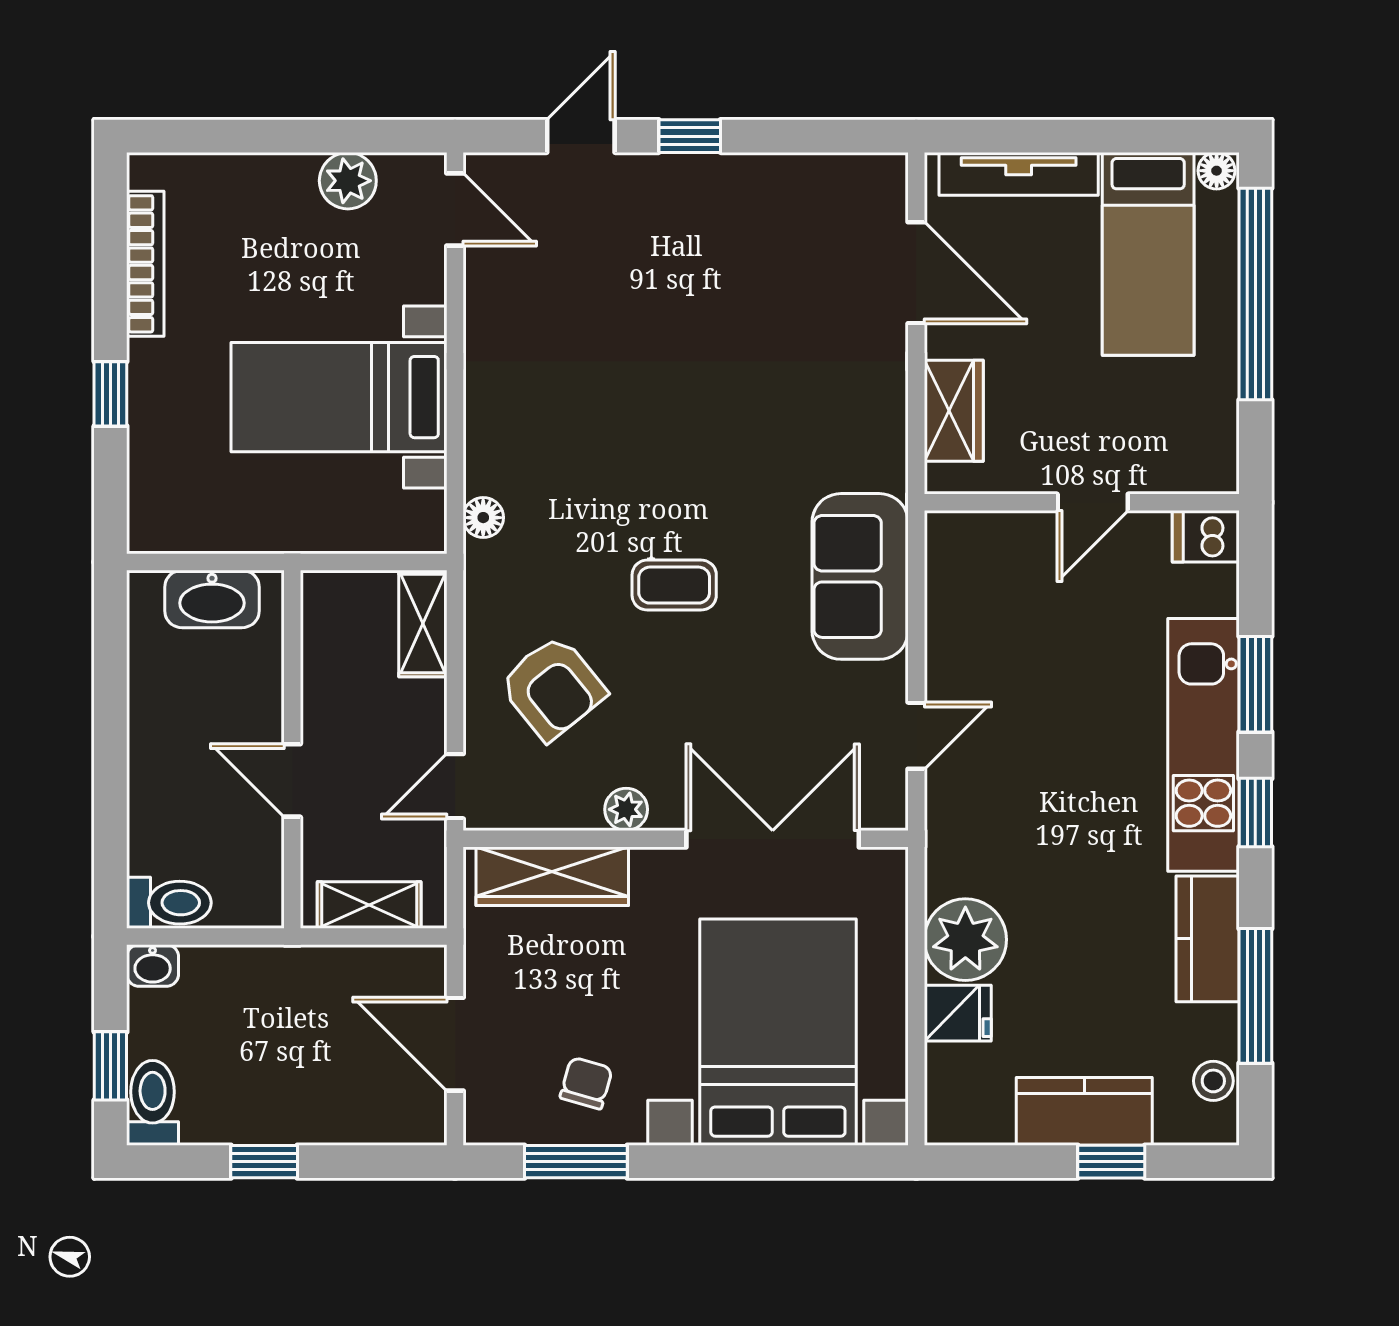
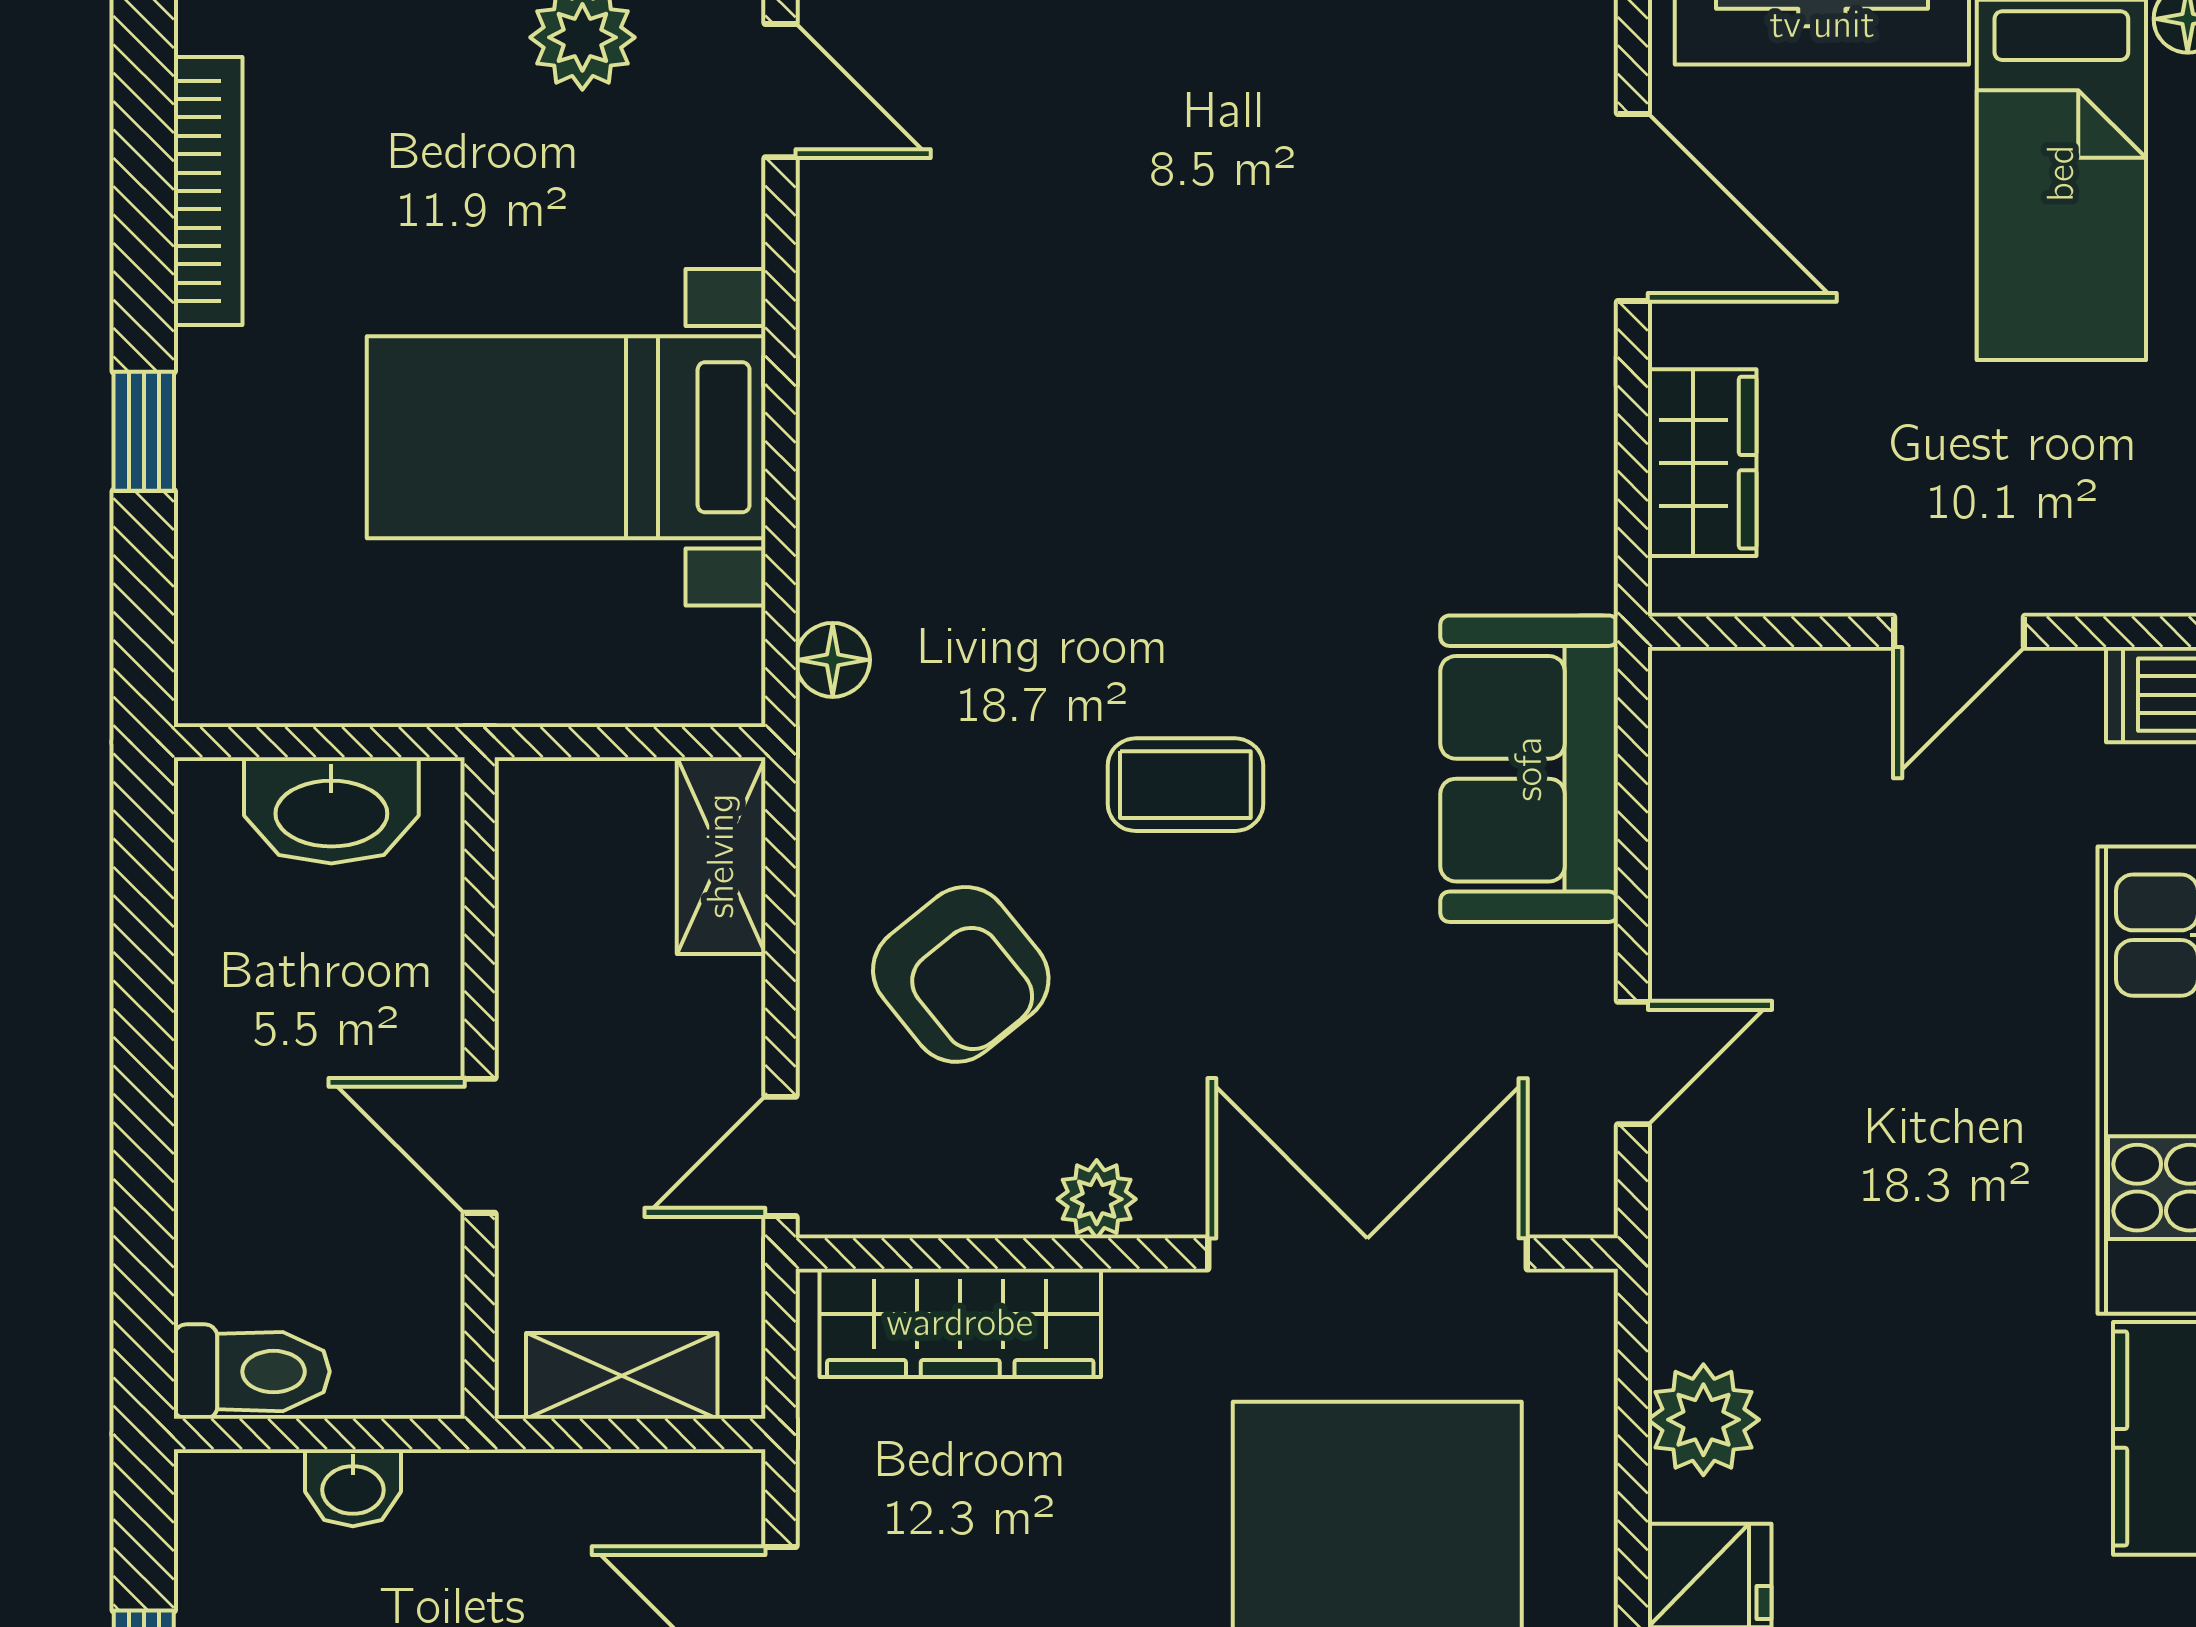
plant: (965, 940) -> (1703, 1420), width x0.73, depth x0.73
washbasin: (153, 965) -> (353, 1488), moved

